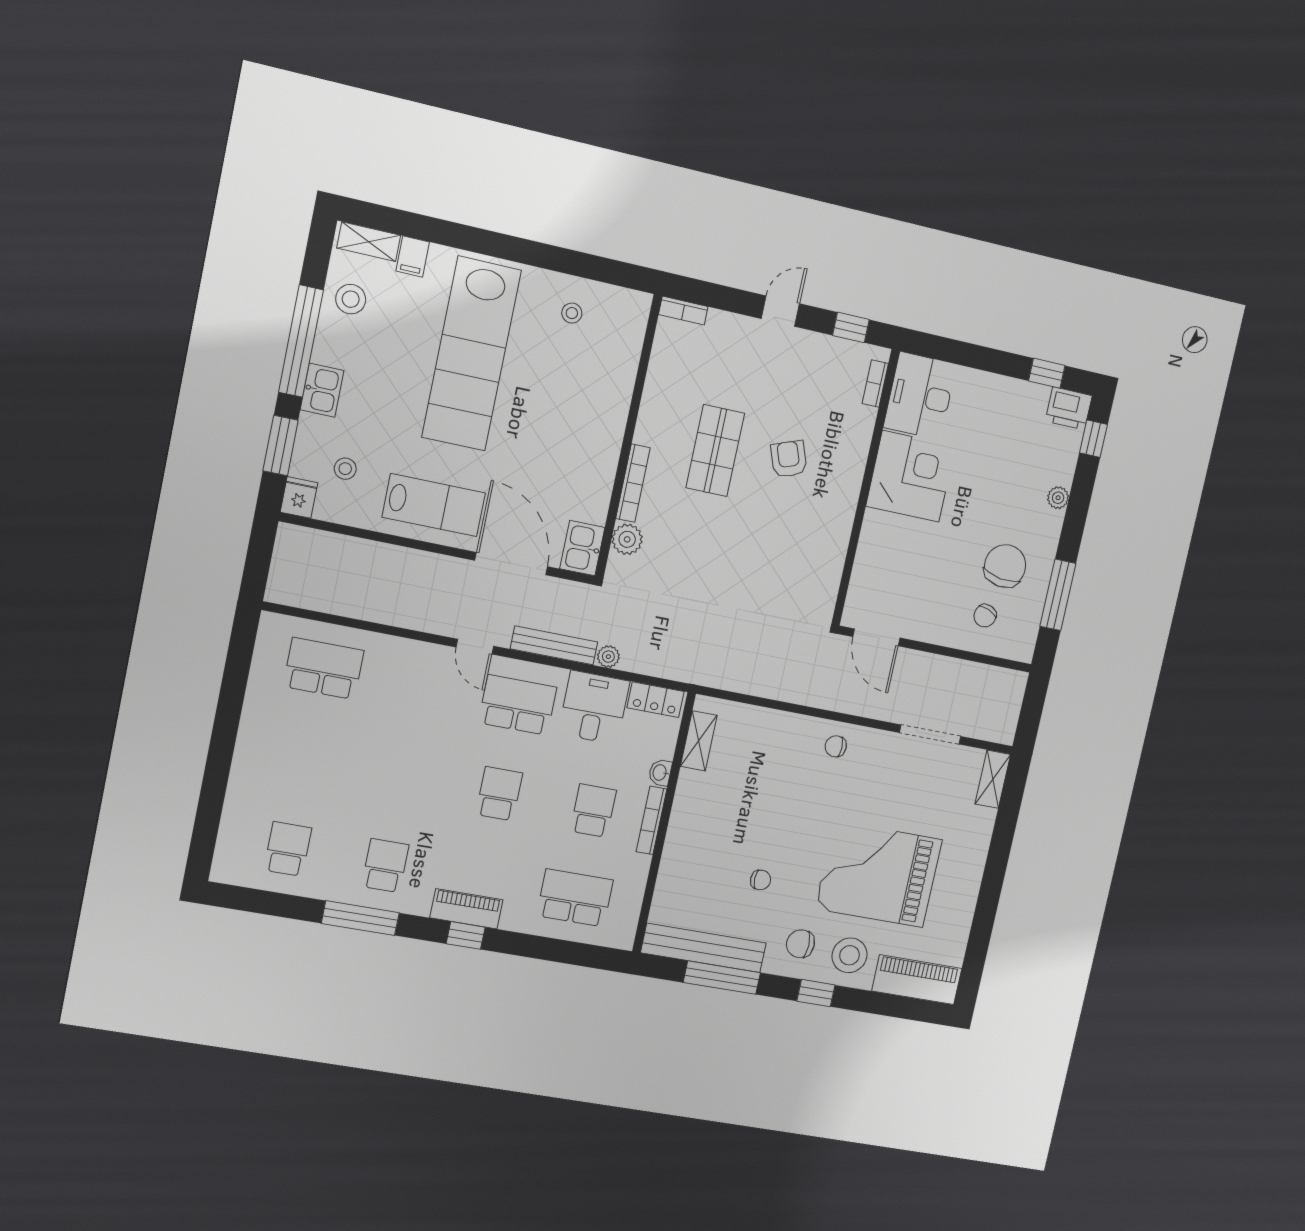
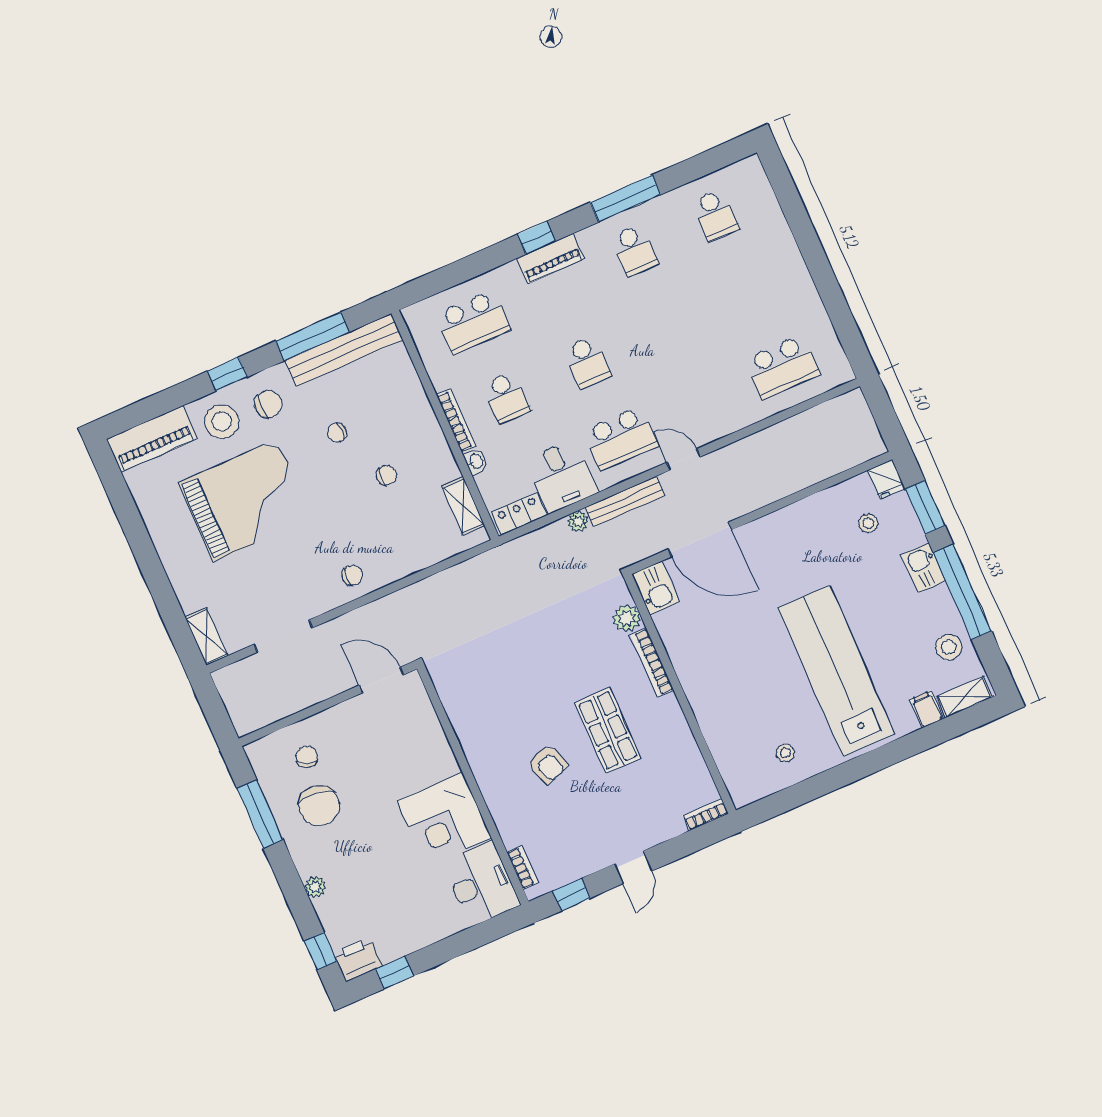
lab bench: (434, 505) -> (787, 542), removed
chair: (745, 814) -> (387, 475), added

